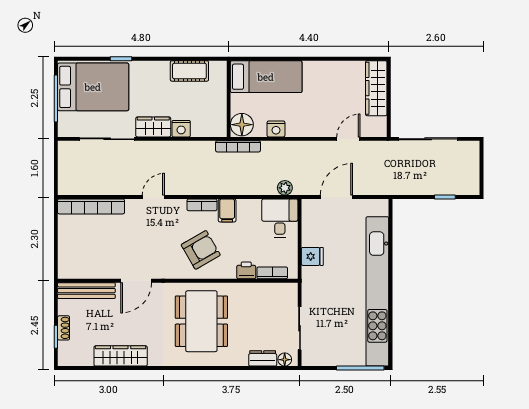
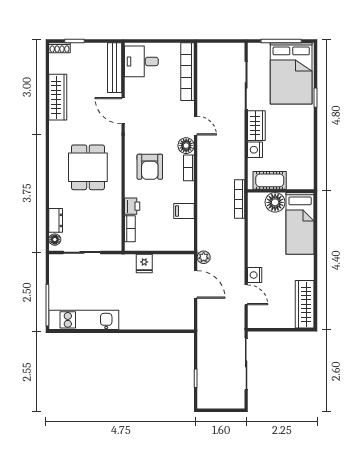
cot: (189, 71) -> (270, 180), moved, turned 90
wardrobe: (376, 88) -> (305, 304), moved, turned -90
floor lamp: (242, 125) -> (275, 202), moved
nightstand: (276, 129) -> (255, 275), moved
plant: (285, 188) -> (204, 257), moved
floor lamp: (176, 208) -> (186, 146), added
filing cabinet: (227, 210) -> (184, 211), moved
desk: (280, 218) -> (141, 61), moved, turned 180
armchair: (201, 250) -> (150, 167), turned 30
kitchen unit: (377, 291) -> (84, 320), width x0.54
dining table: (201, 321) -> (88, 167), width x0.73
shoe rack: (64, 328) -> (60, 48), moved

